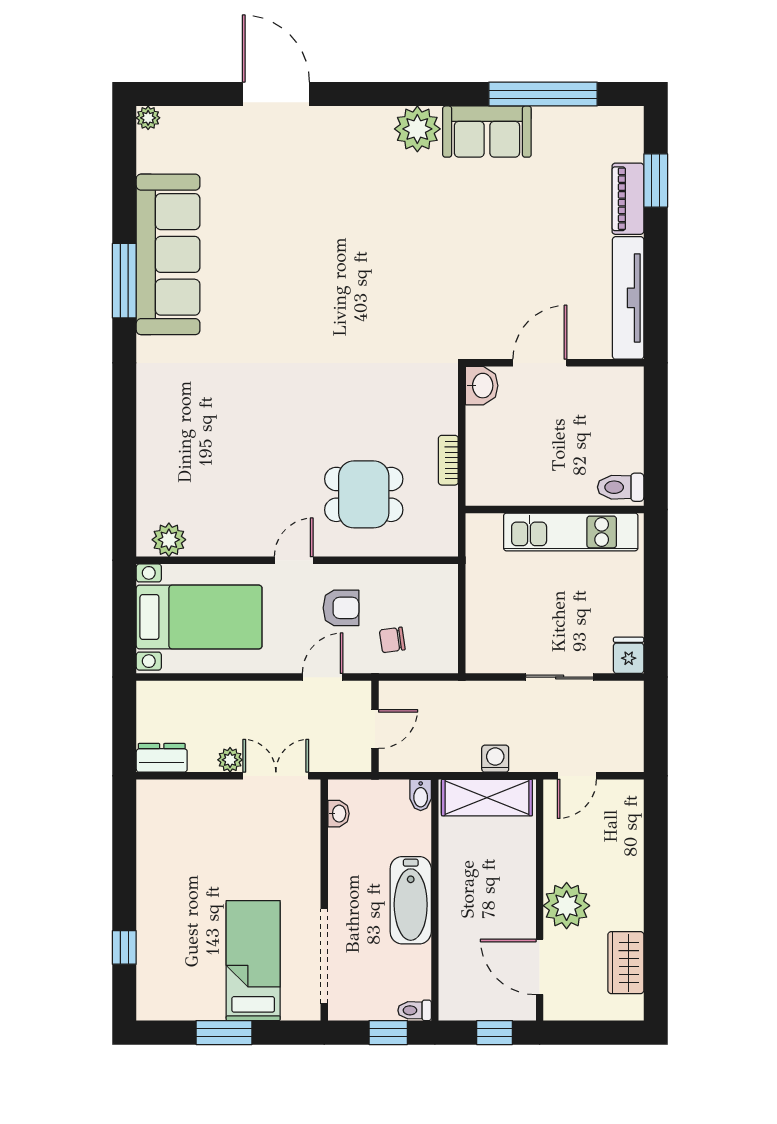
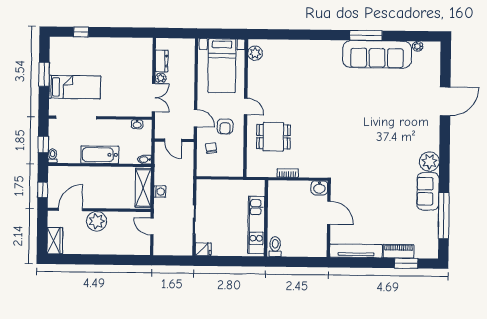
plant: (148, 118) -> (418, 46), moved
dining table: (364, 494) -> (273, 137), turned 90
dresser: (162, 758) -> (162, 61), moved
wardrobe: (626, 963) -> (55, 241), moved, turned 90

